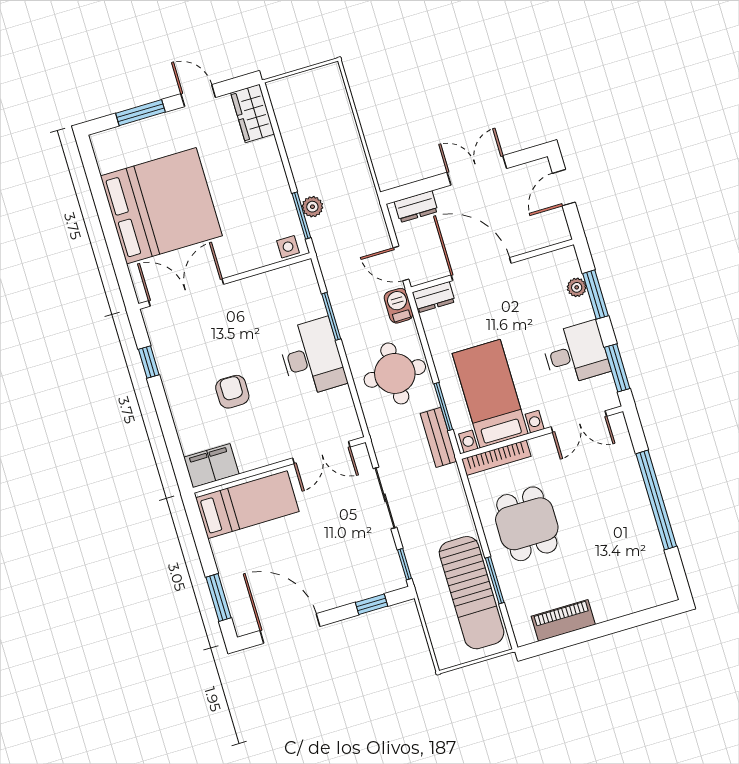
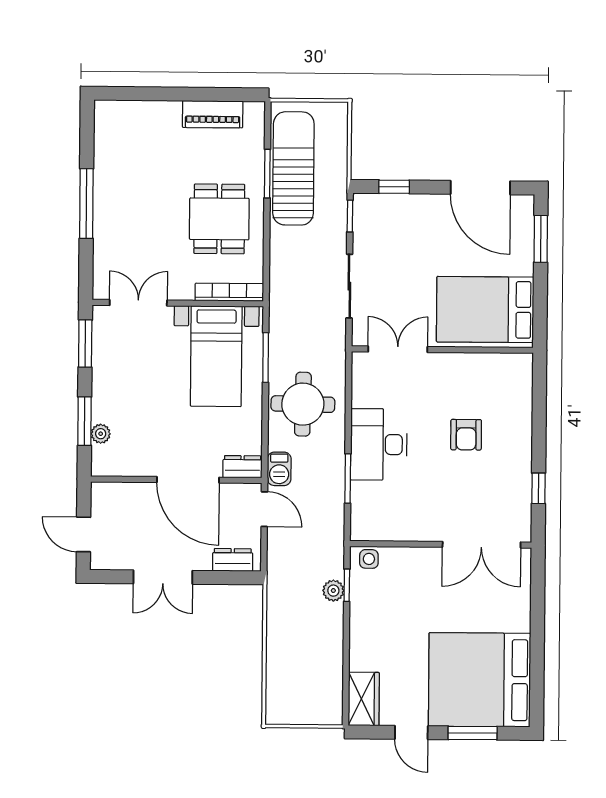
door: (564, 188) -> (84, 534), swing flipped
bed: (161, 206) -> (480, 680), moved
window: (301, 216) -> (347, 585), width x0.67
desk: (576, 353) -> (121, 370), removed
bench: (438, 437) -> (279, 329), removed
filing cabinet: (211, 466) -> (509, 369), removed
window: (656, 500) -> (86, 204), width x0.68
bed: (247, 505) -> (485, 310), width x1.50

